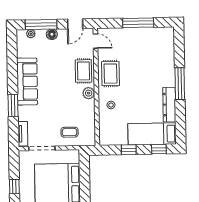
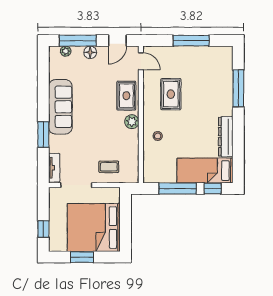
rug: (110, 74) -> (171, 94), moved
window: (180, 84) -> (238, 88), moved
window: (129, 150) -> (178, 189), width x2.17

